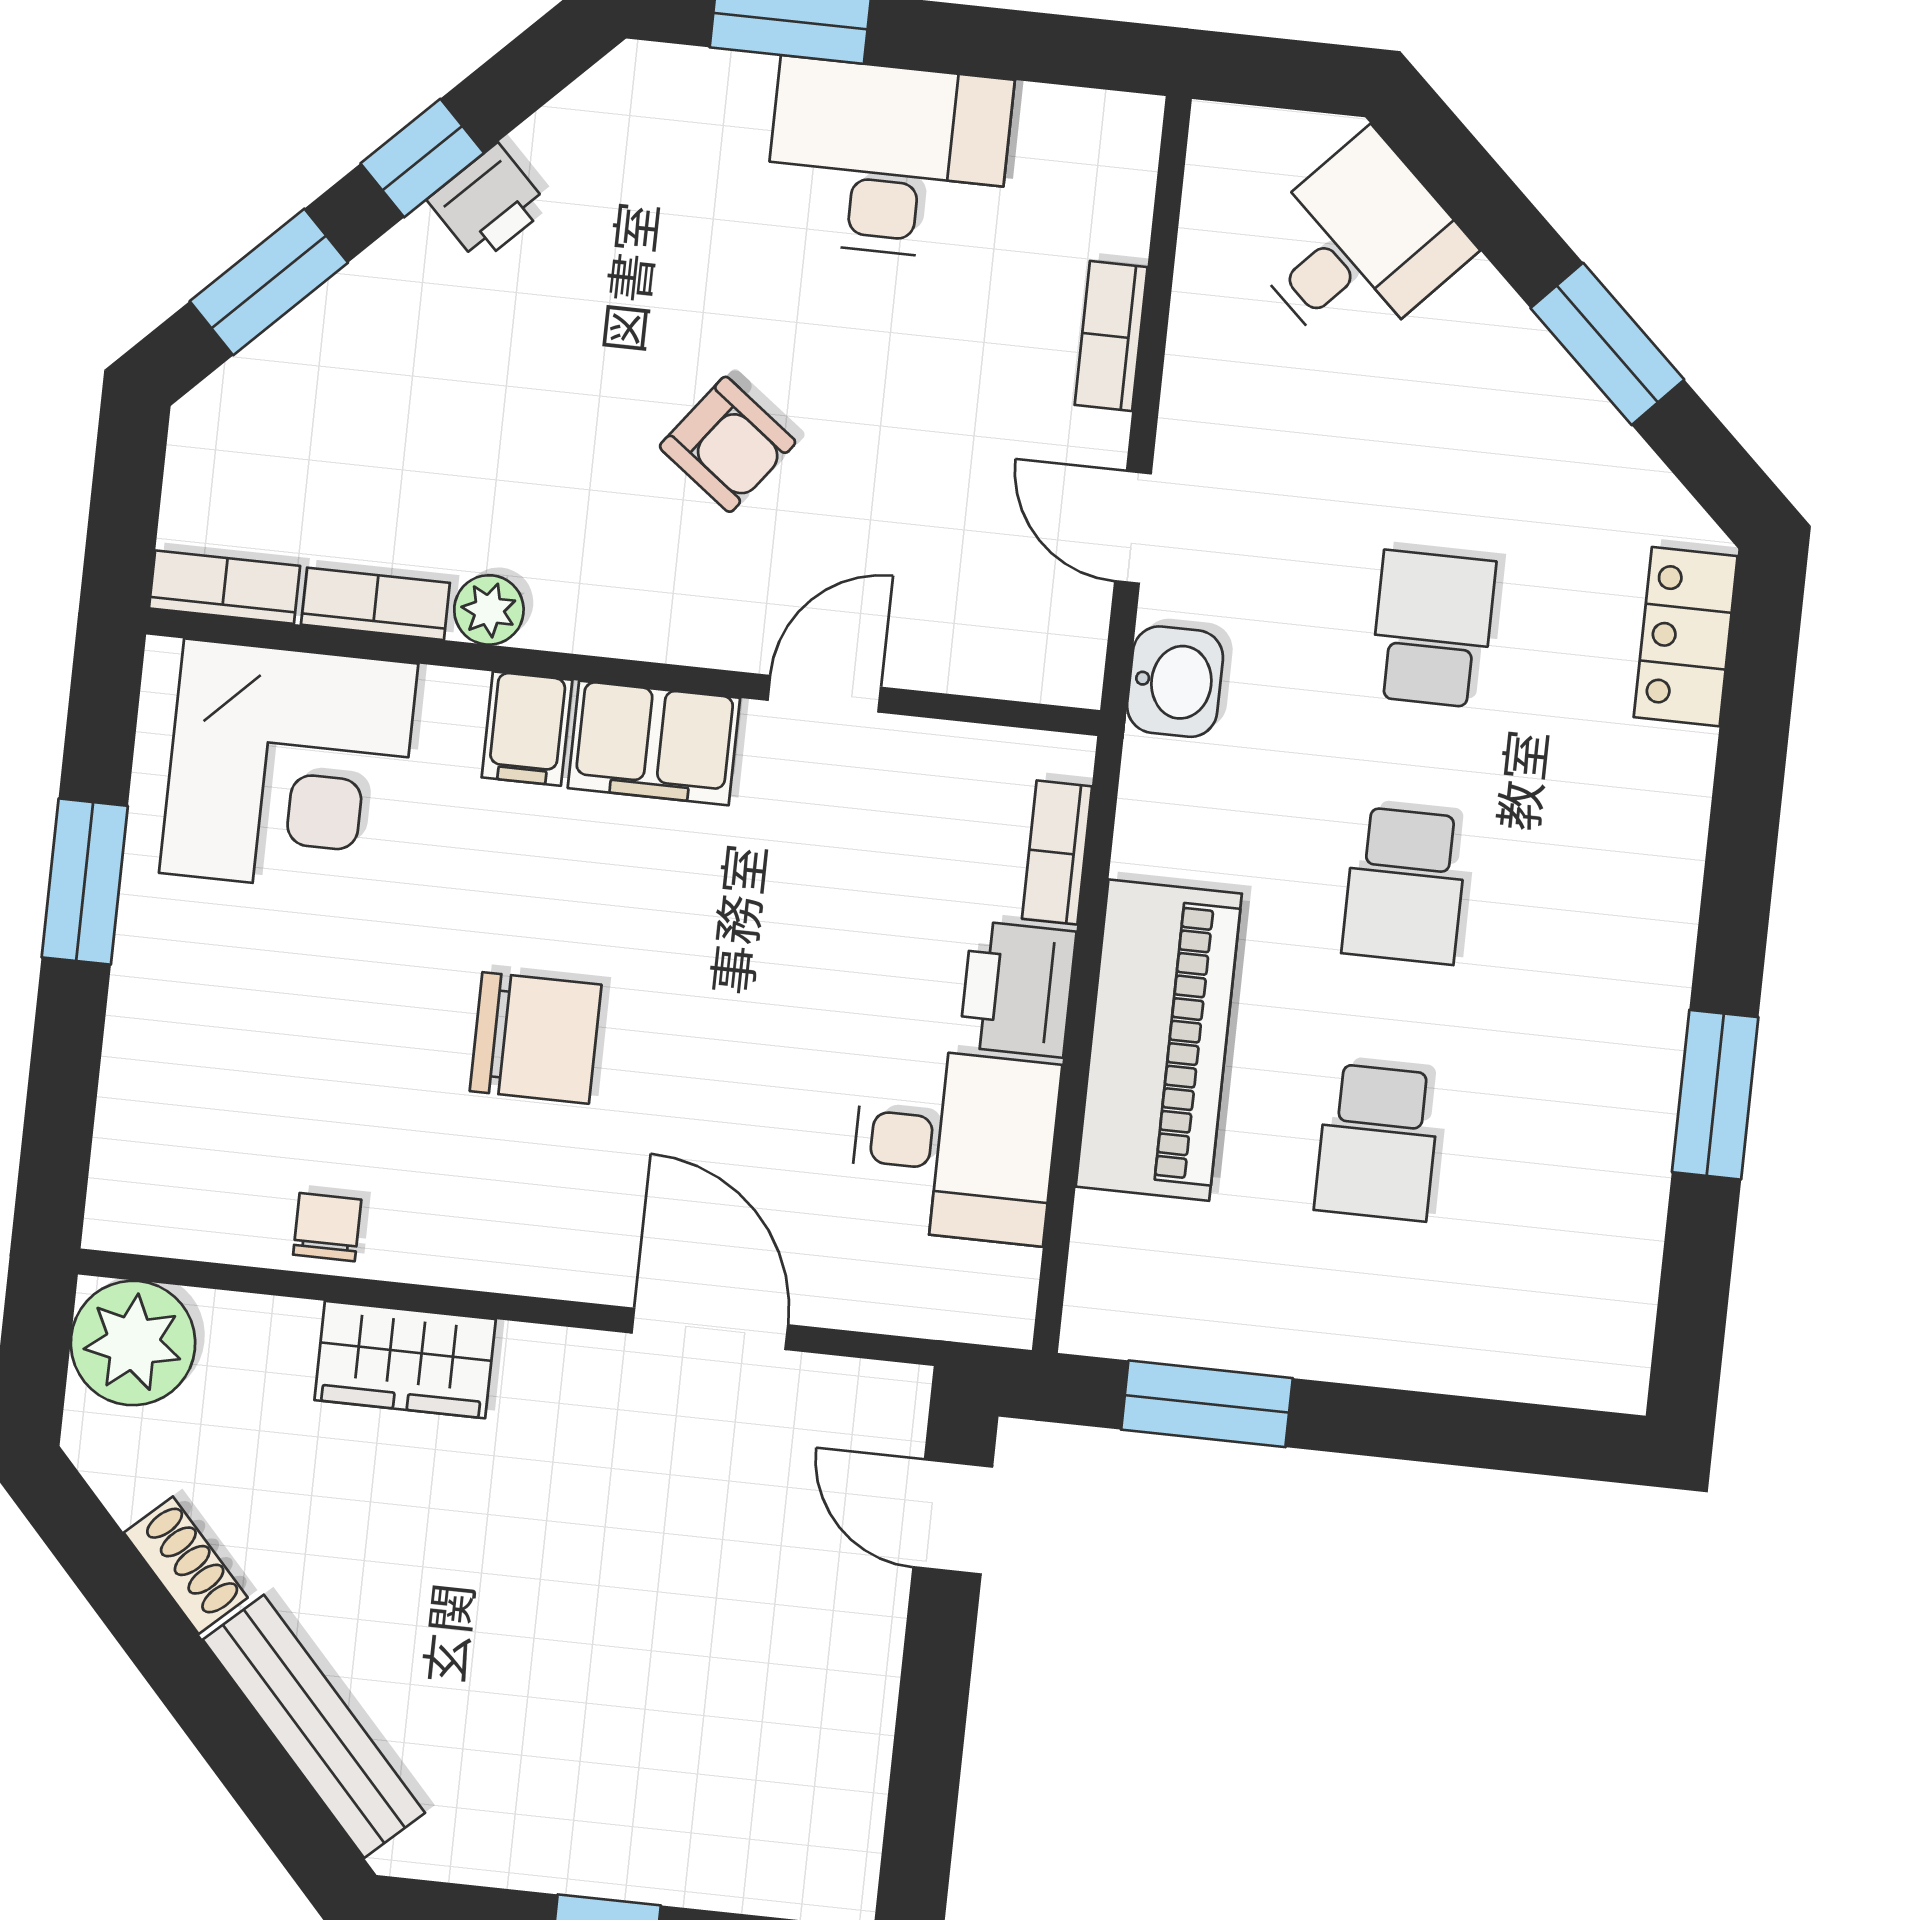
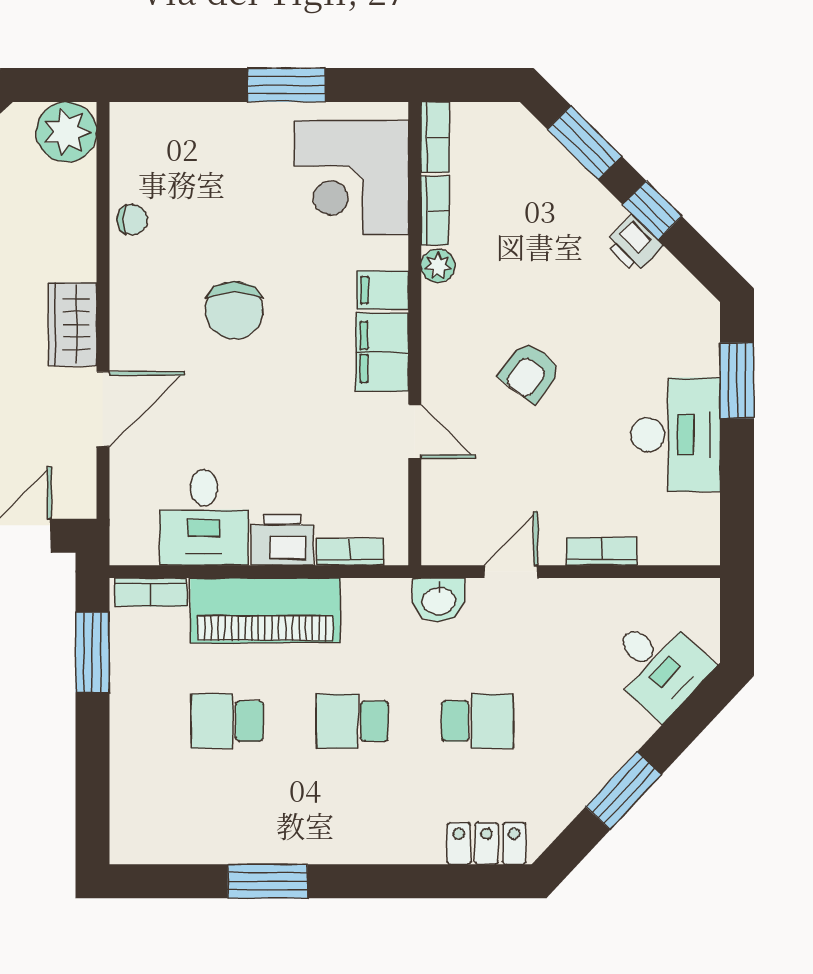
bookcase: (1096, 1271) -> (151, 592), added
wardrobe: (405, 1360) -> (72, 324), moved

